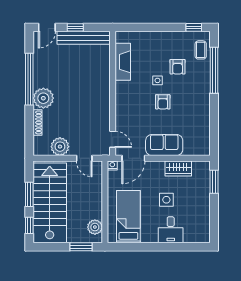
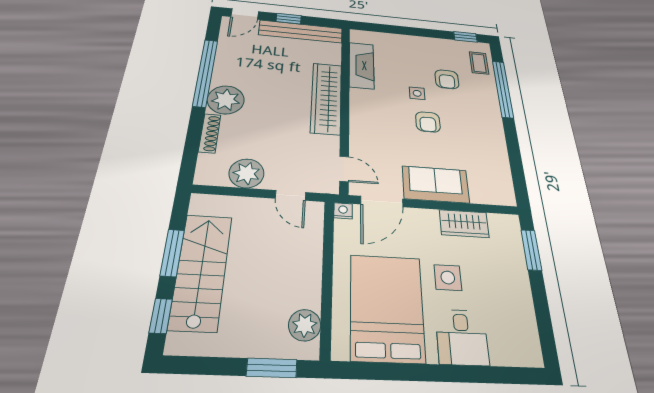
wardrobe: (101, 90) -> (326, 98), added
stairs: (50, 203) -> (201, 271), width x0.73, depth x0.66
bed: (128, 217) -> (387, 307), width x1.50

